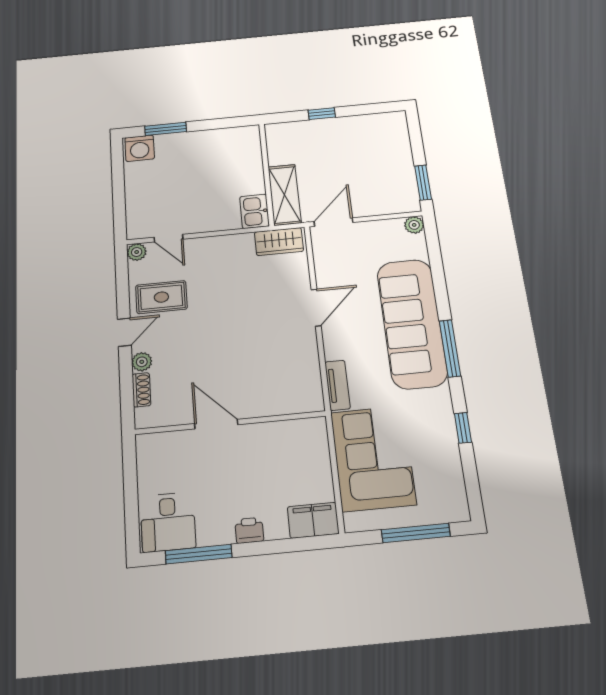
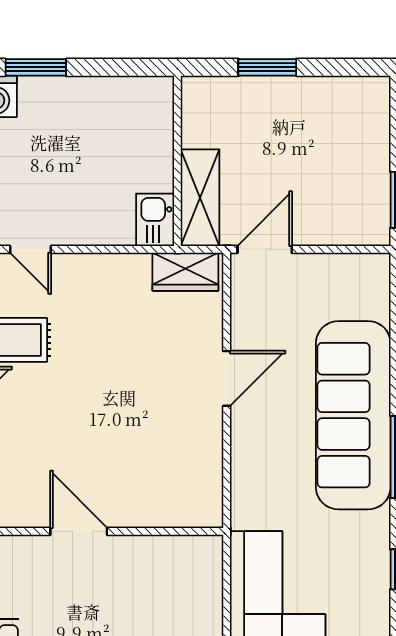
window: (322, 114) -> (267, 67), width x1.50
plant: (414, 225) -> (377, 266), removed
tv unit: (337, 385) -> (243, 494), removed

